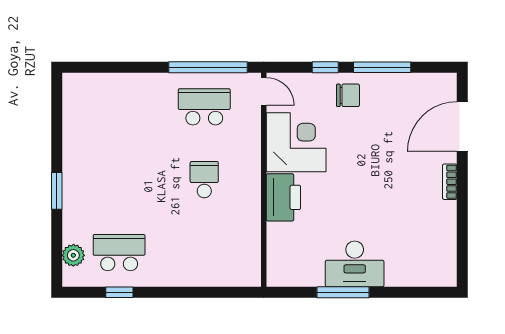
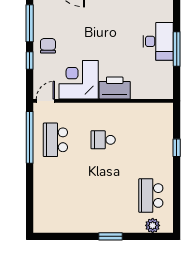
window: (119, 292) -> (177, 148), moved

